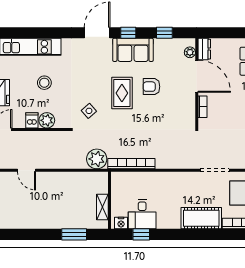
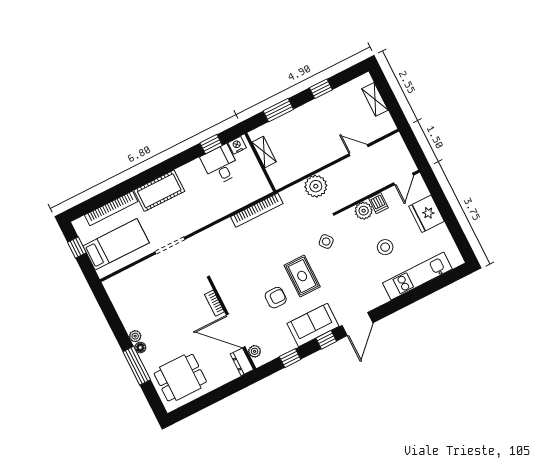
plant: (97, 159) -> (316, 186), moved
window: (32, 234) -> (321, 89), added

